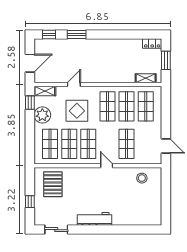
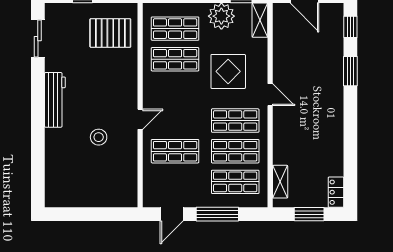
door: (74, 85) -> (270, 95), moved
window: (166, 117) -> (217, 214), added
shop shelf: (88, 144) -> (175, 90), removed
stool: (142, 178) -> (99, 137), moved

